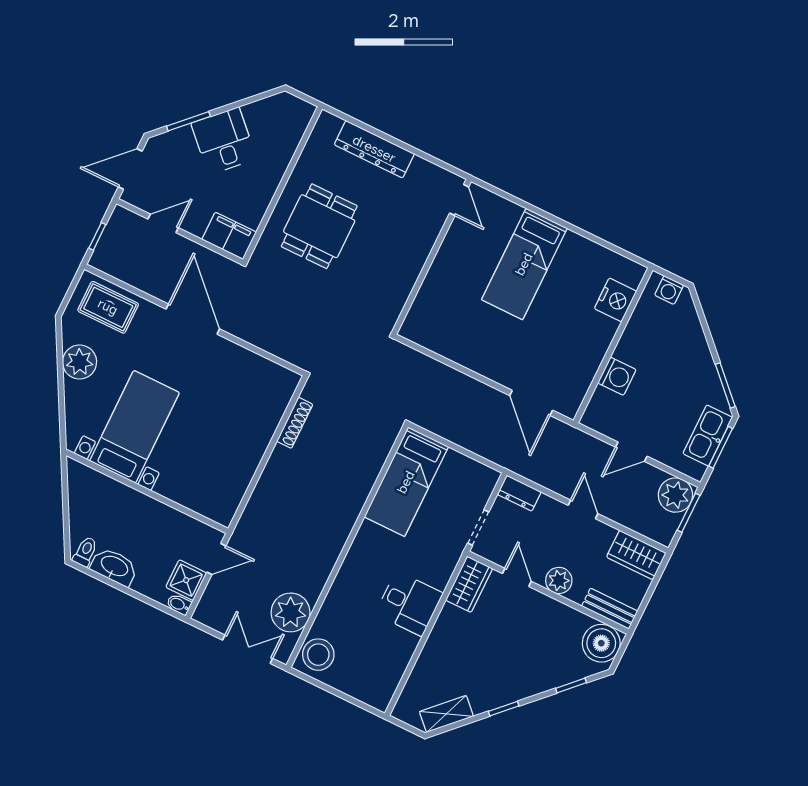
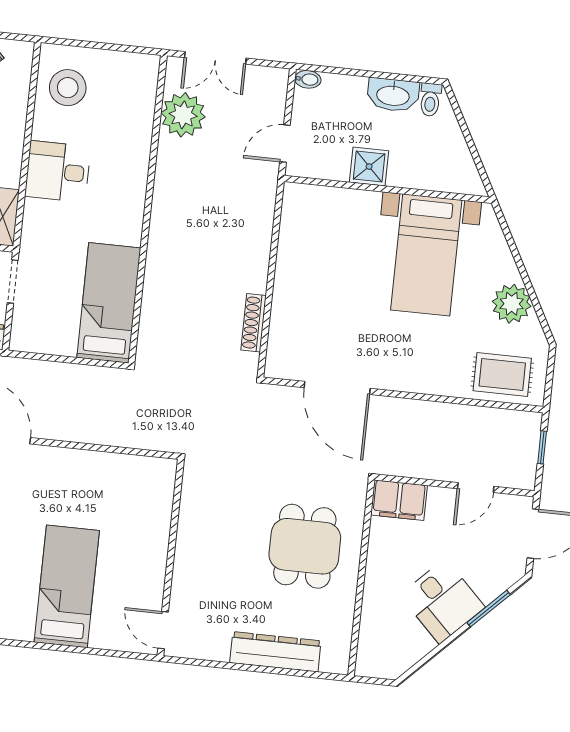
door: (193, 319) -> (337, 388), moved
shower: (186, 580) -> (369, 167), moved
stool: (318, 655) -> (68, 88), moved

